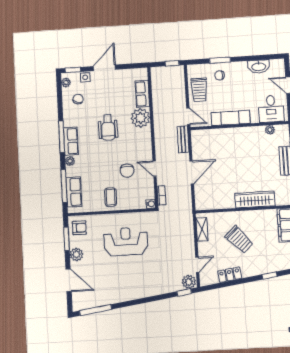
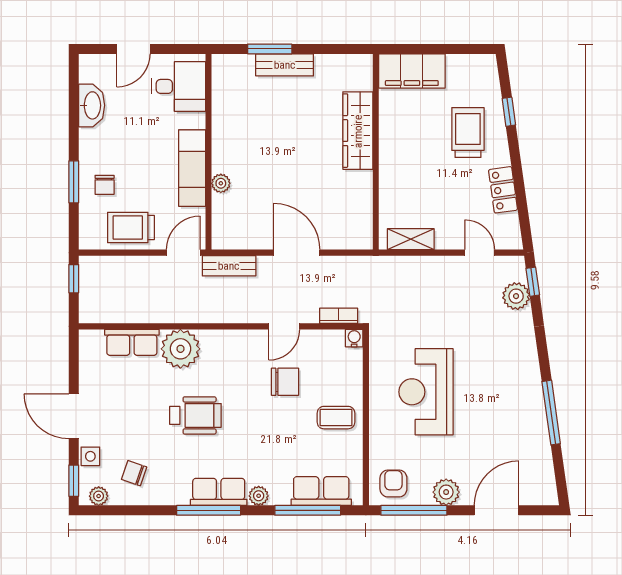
trolley: (199, 90) -> (131, 228), turned 180
plant: (270, 130) -> (221, 183), moved
window: (67, 239) -> (414, 510), width x1.44
trolley: (239, 240) -> (468, 132), moved, turned -47
plant: (189, 282) -> (516, 296), moved
window: (96, 310) -> (551, 413), moved

